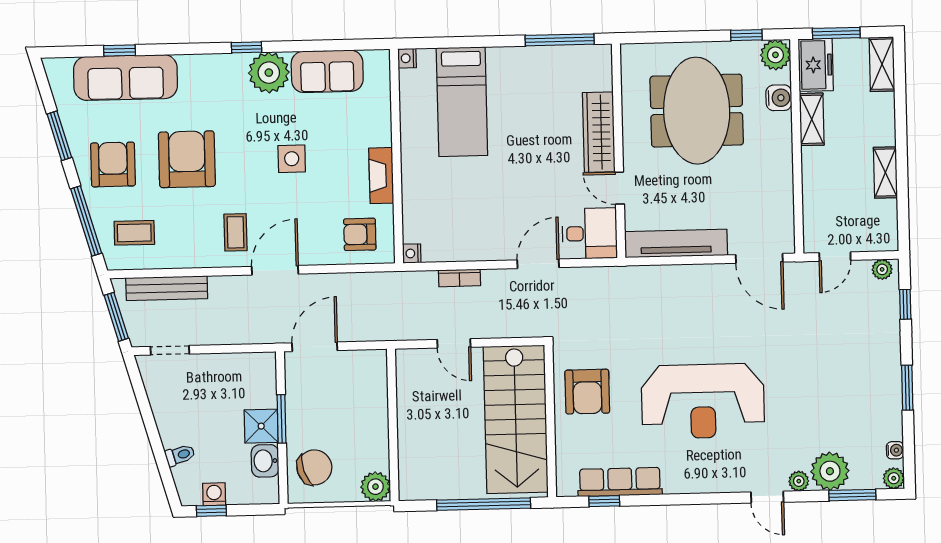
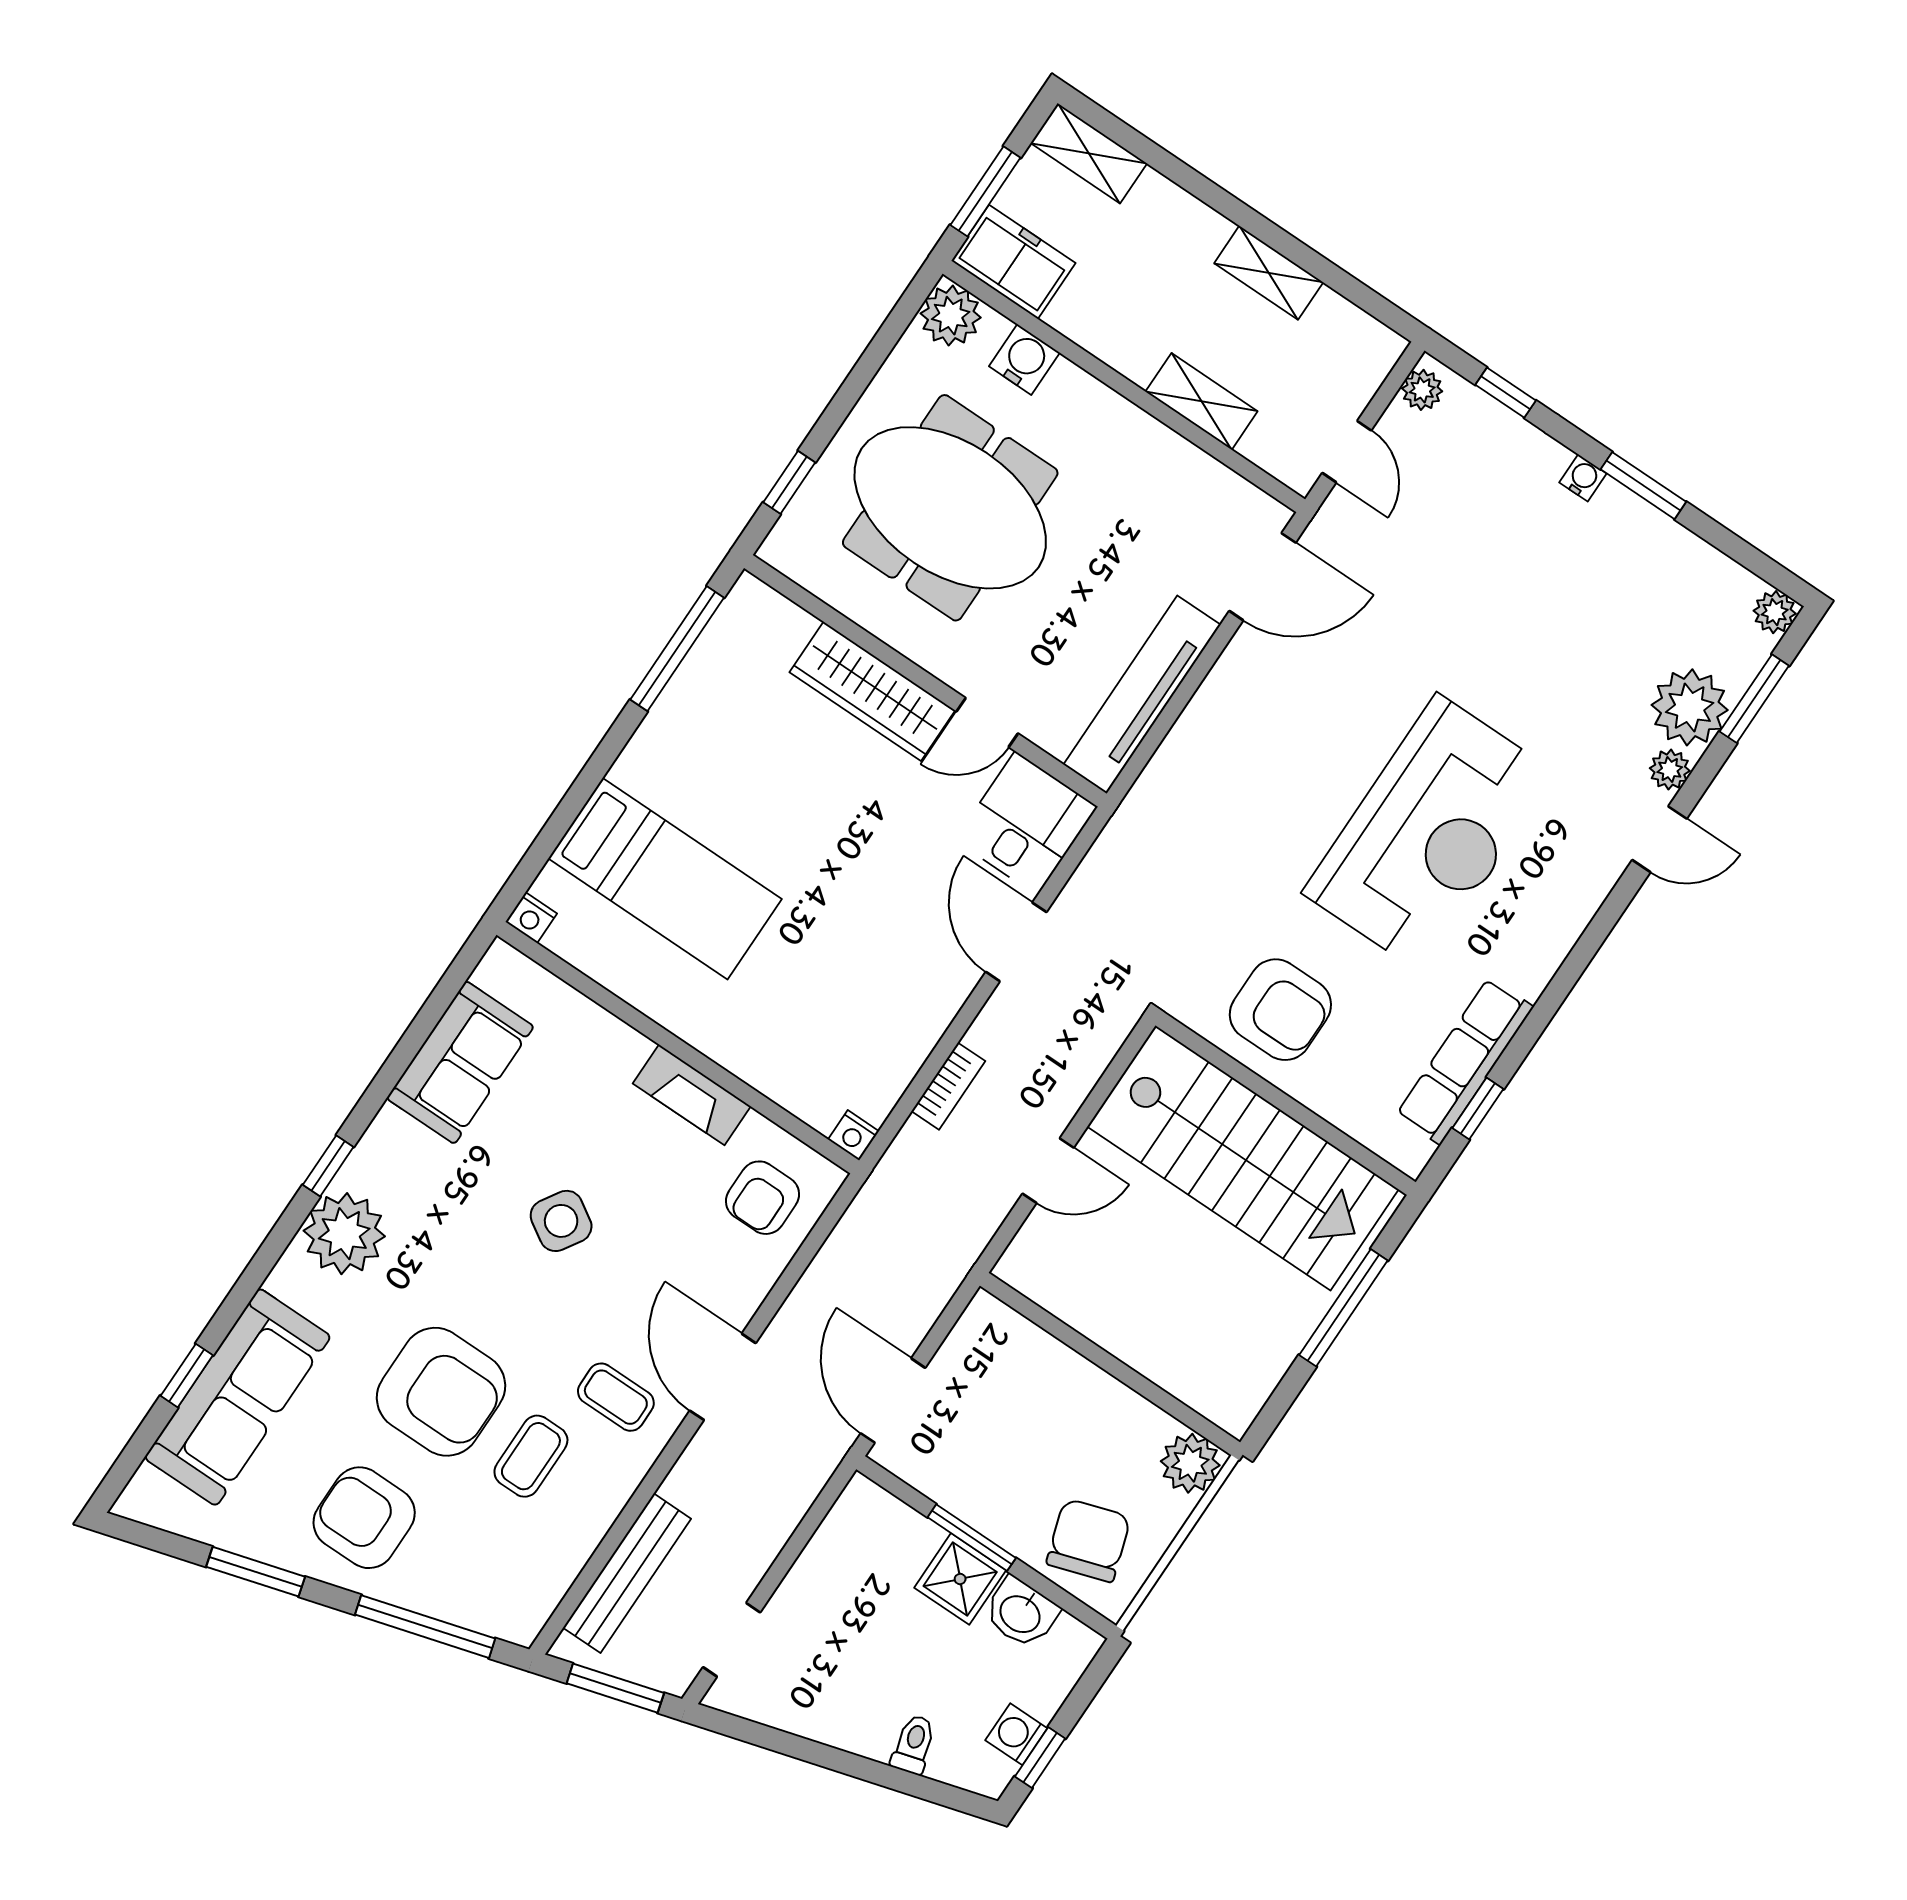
window: (746, 35) -> (789, 482), moved
plant: (269, 73) -> (344, 1234), moved
shelving: (812, 119) -> (1202, 401), moved
armchair: (187, 159) -> (441, 1392), turned 180
side table: (292, 159) -> (561, 1221), turned 32
coffee table: (134, 233) -> (531, 1456), moved
water cooler: (895, 450) -> (1583, 478), moved
window: (484, 504) -> (1343, 1308), width x0.68

